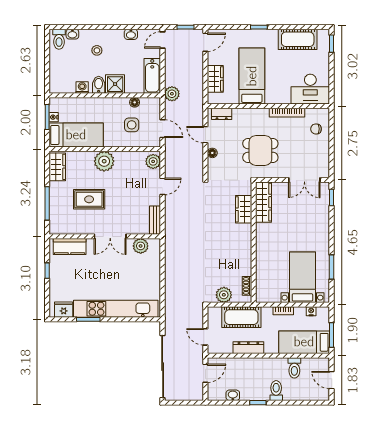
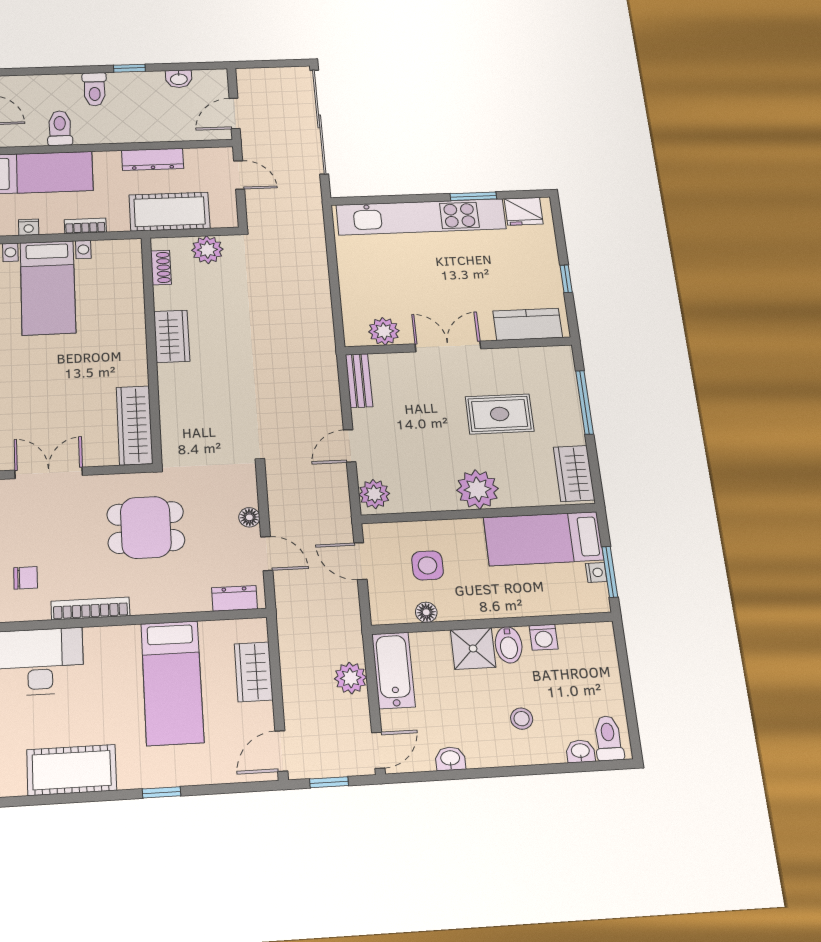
plant: (172, 94) -> (351, 678), moved
wardrobe: (244, 209) -> (172, 336), moved

